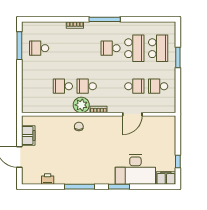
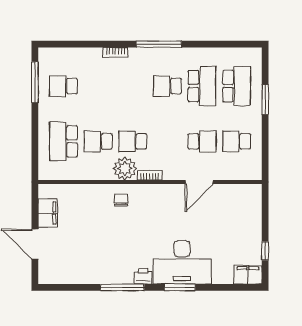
school desk: (39, 86) -> (63, 141), added
desk: (135, 169) -> (182, 262), moved
printer: (48, 179) -> (143, 276), moved

